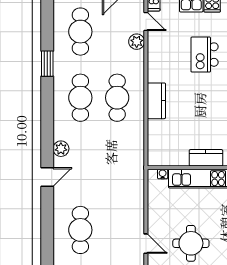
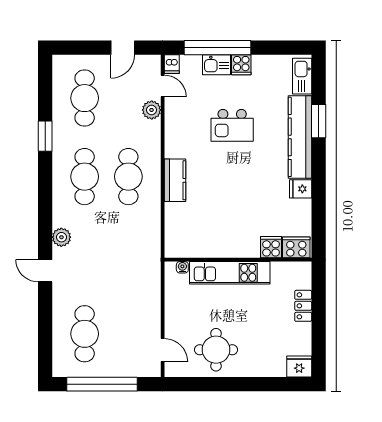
kitchen island: (205, 55) -> (232, 125), turned -90
kitchen counter: (206, 158) -> (234, 248), removed
door: (47, 177) -> (45, 271), swing flipped

